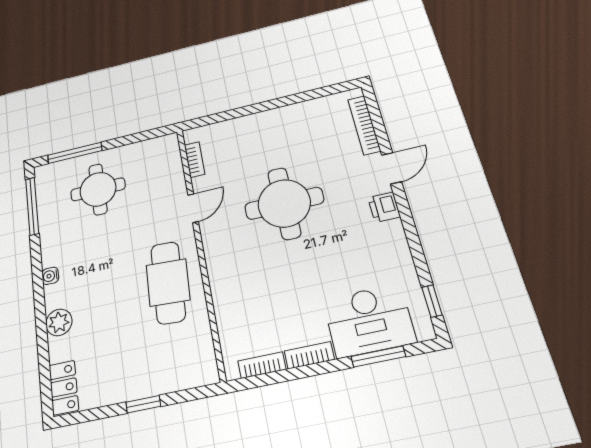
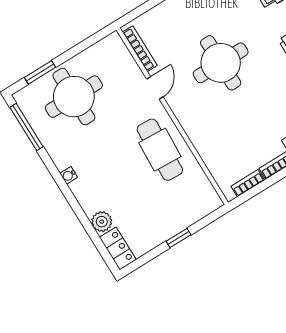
window: (75, 153) -> (40, 72), width x0.69
bookcase: (195, 160) -> (140, 49), width x1.56
round table: (98, 189) -> (74, 97), width x1.36, depth x1.36
plant: (59, 322) -> (102, 222), moved

